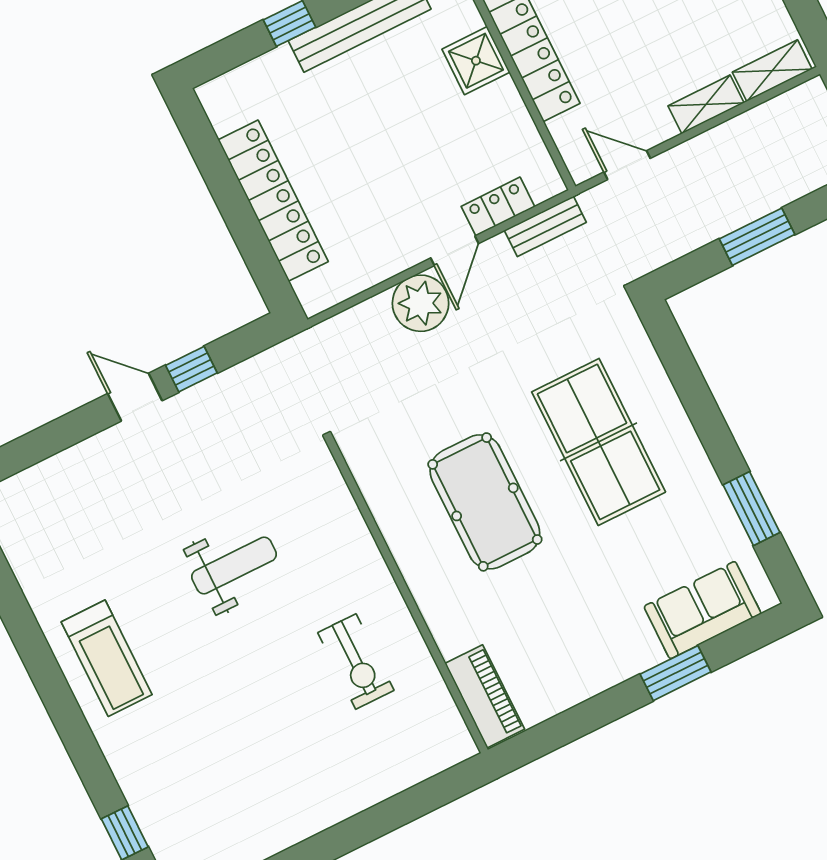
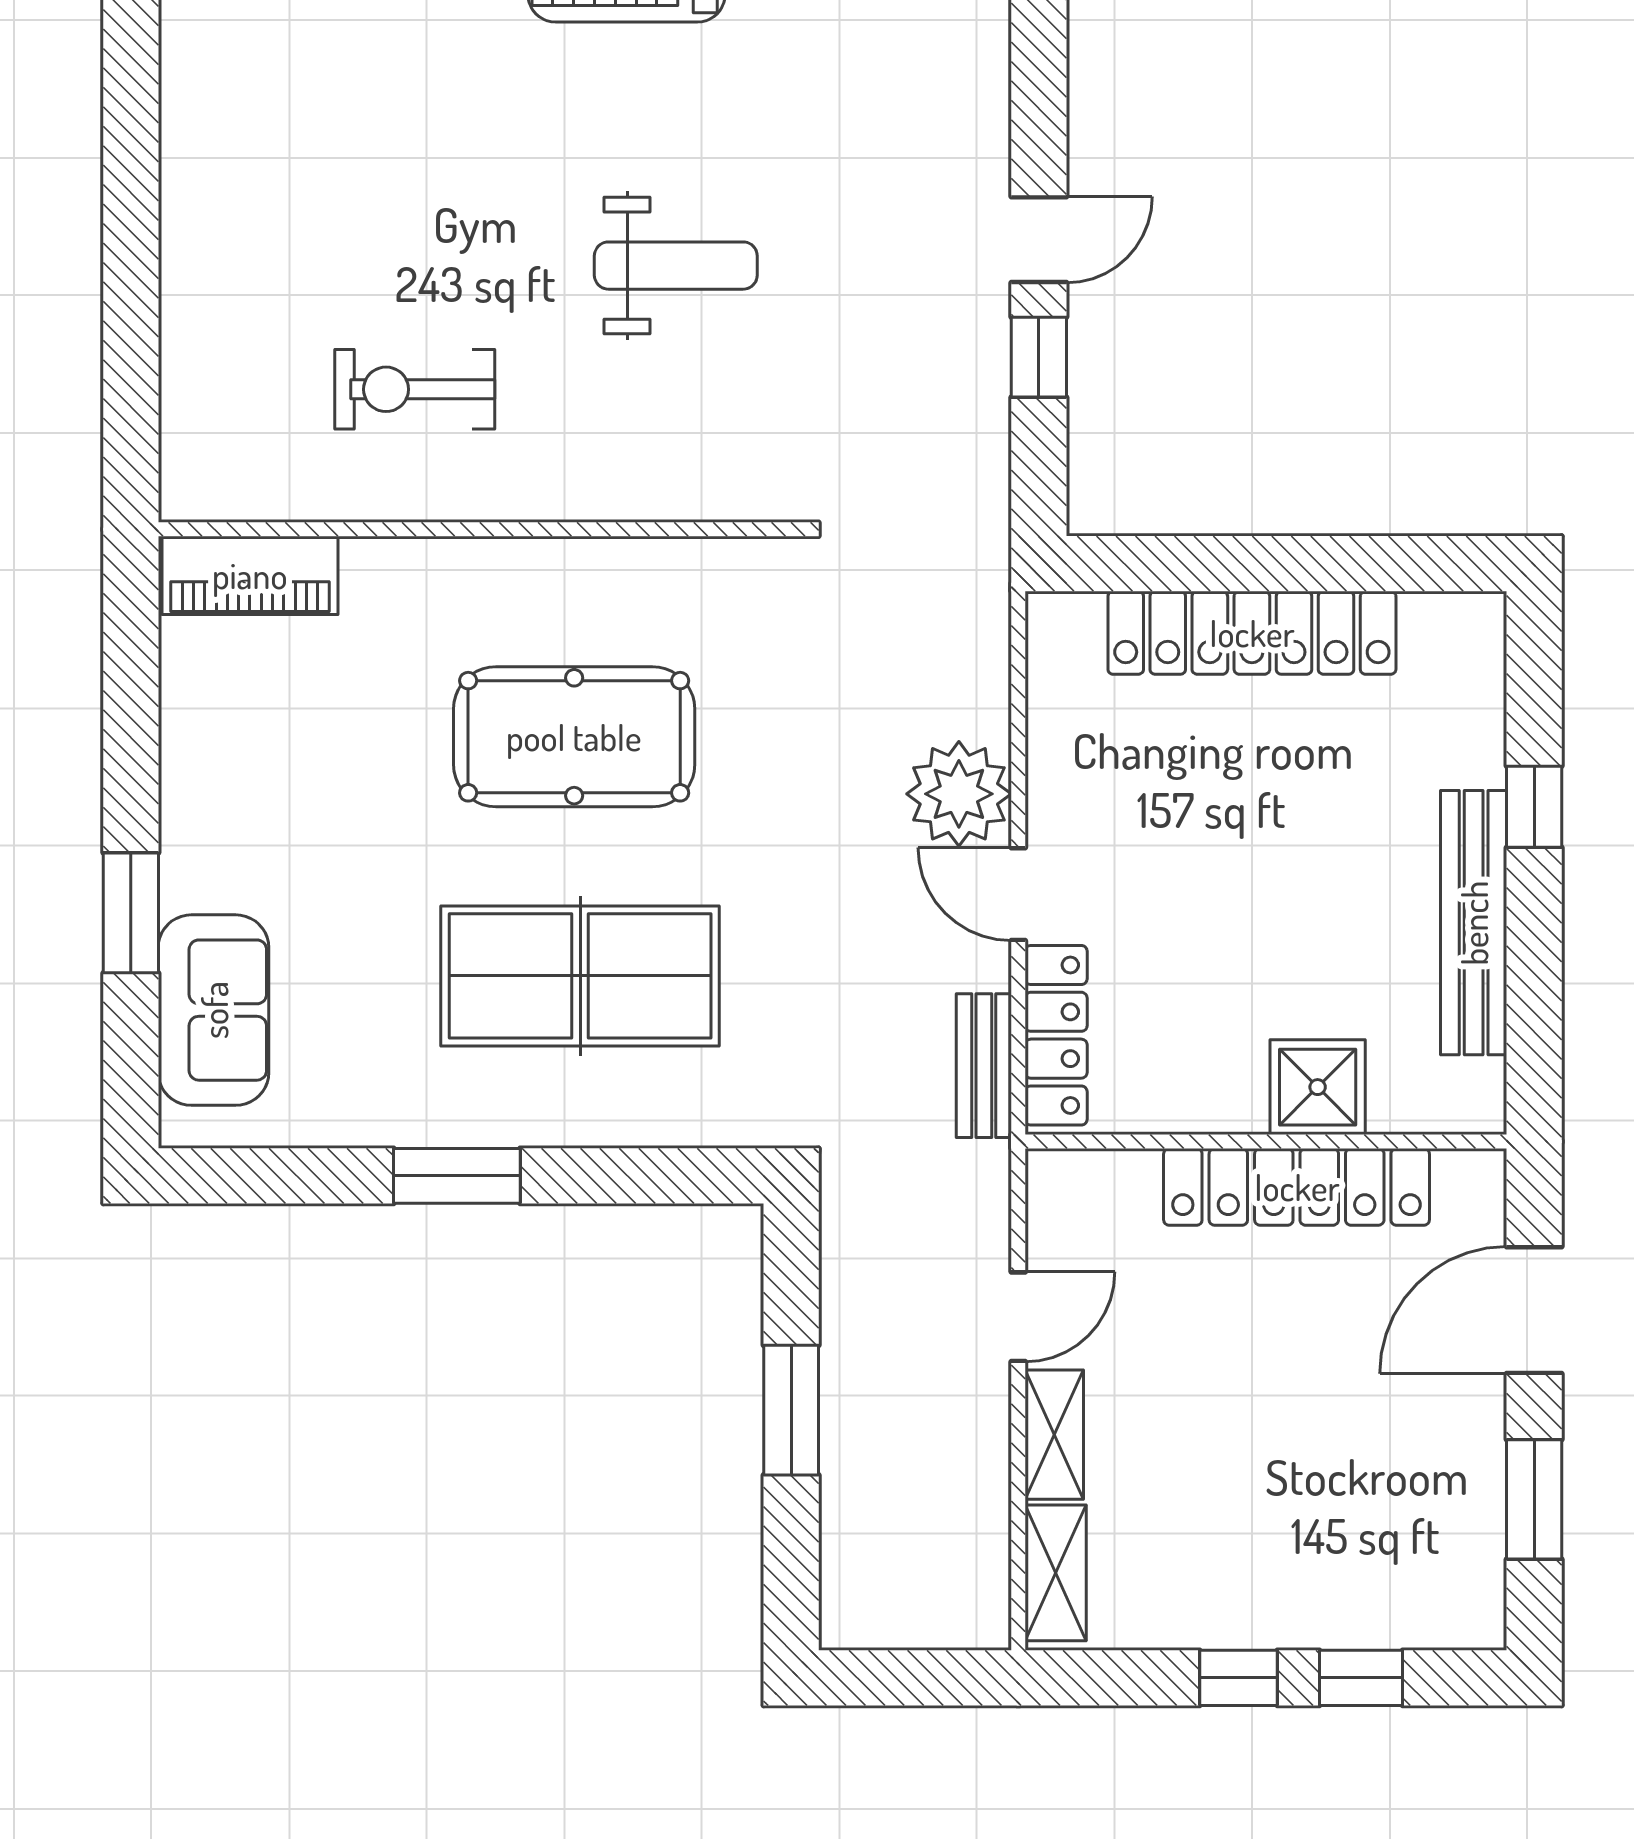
door: (627, 165) -> (1018, 1317), moved
locker: (498, 207) -> (1056, 1035), width x1.53
window: (752, 509) -> (457, 1176), moved
weight bench: (234, 565) -> (676, 266), turned -90

